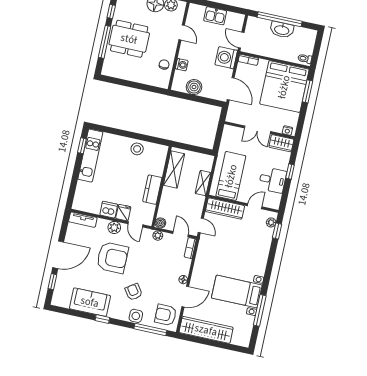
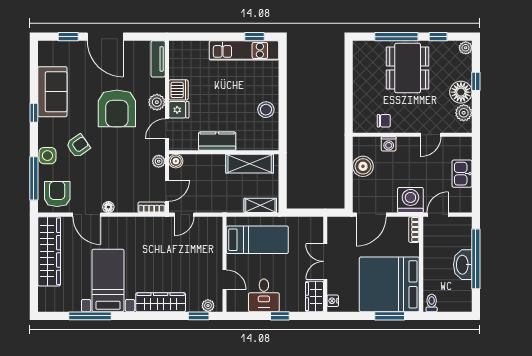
shelving: (203, 183) -> (260, 205), moved
wardrobe: (225, 209) -> (161, 302), moved, turned 90

